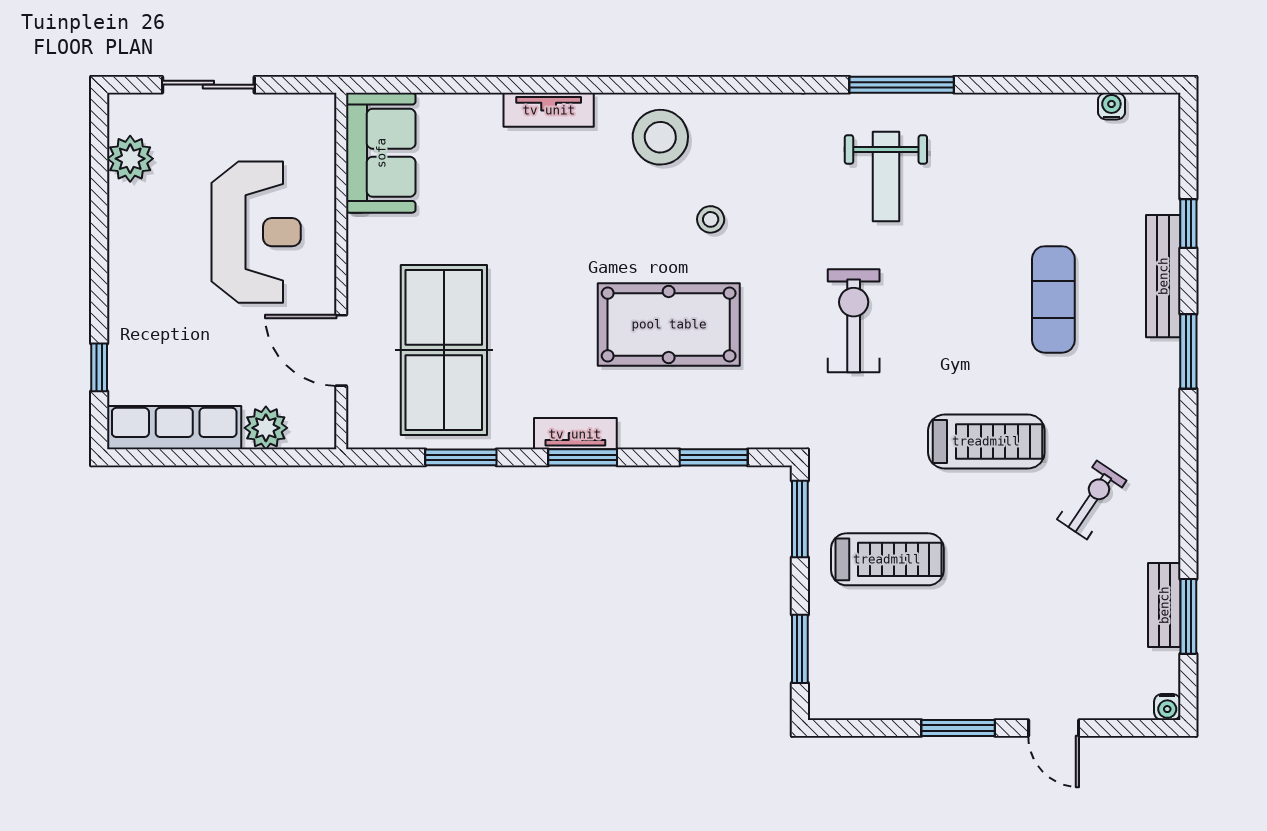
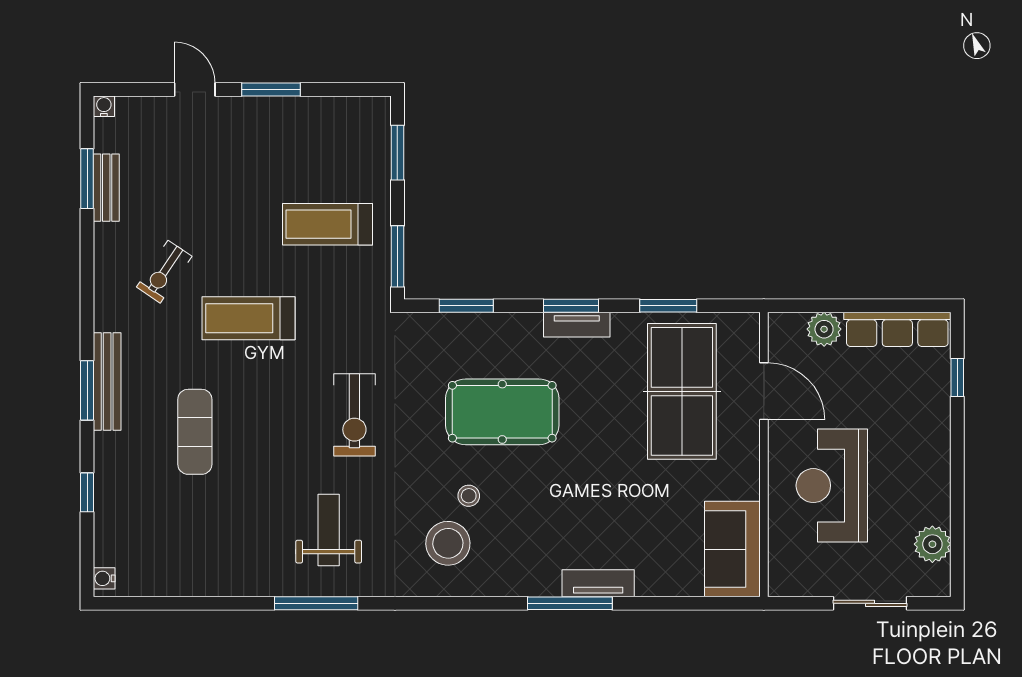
window: (584, 85) -> (570, 603), added
water cooler: (1111, 106) -> (104, 578), moved, turned 90
stool: (660, 137) -> (448, 543), moved
bench: (1163, 276) -> (107, 382), moved

